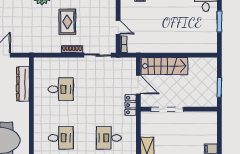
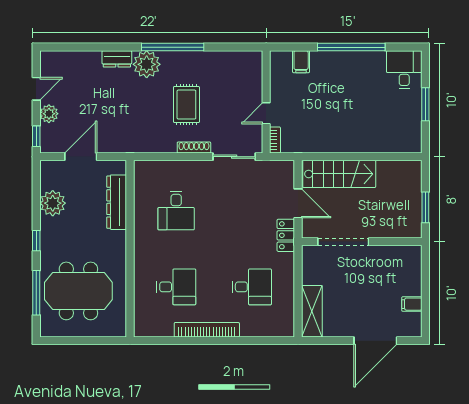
door: (118, 27) -> (266, 113), swing flipped
desk: (61, 89) -> (176, 211), turned 90
desk: (109, 138) -> (252, 287), turned 180

